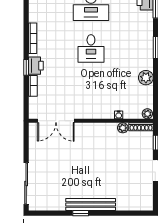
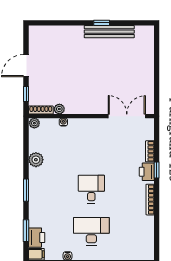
sliding door: (26, 184) -> (157, 53), removed
bench: (91, 204) -> (109, 32), moved

